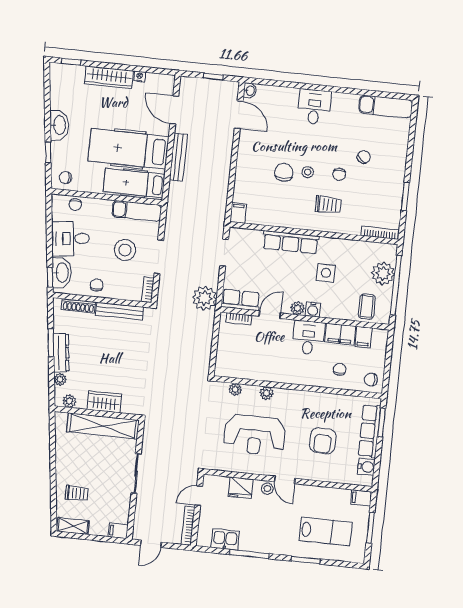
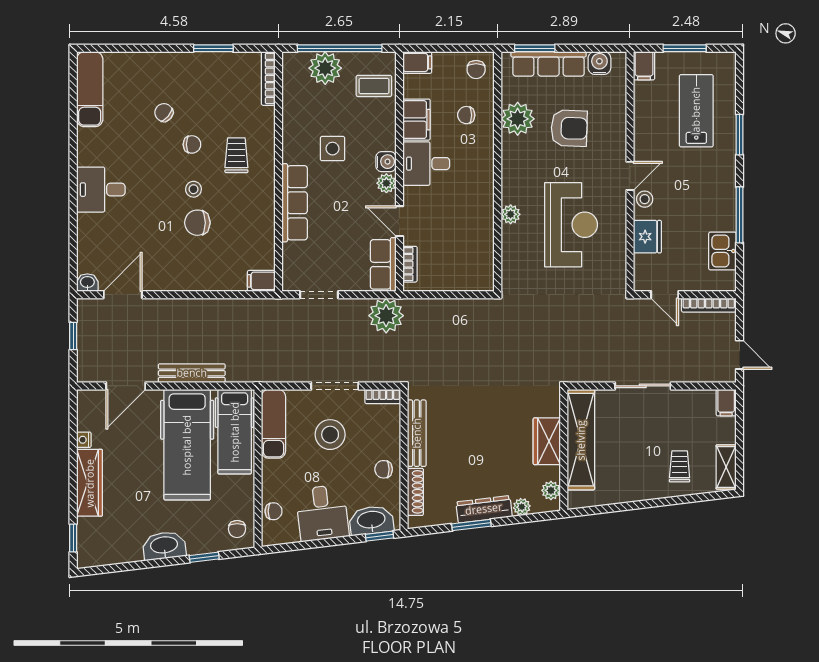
filing cabinet: (363, 337) -> (417, 62), moved
plant: (235, 389) -> (518, 119), moved, width x1.88, depth x1.88

